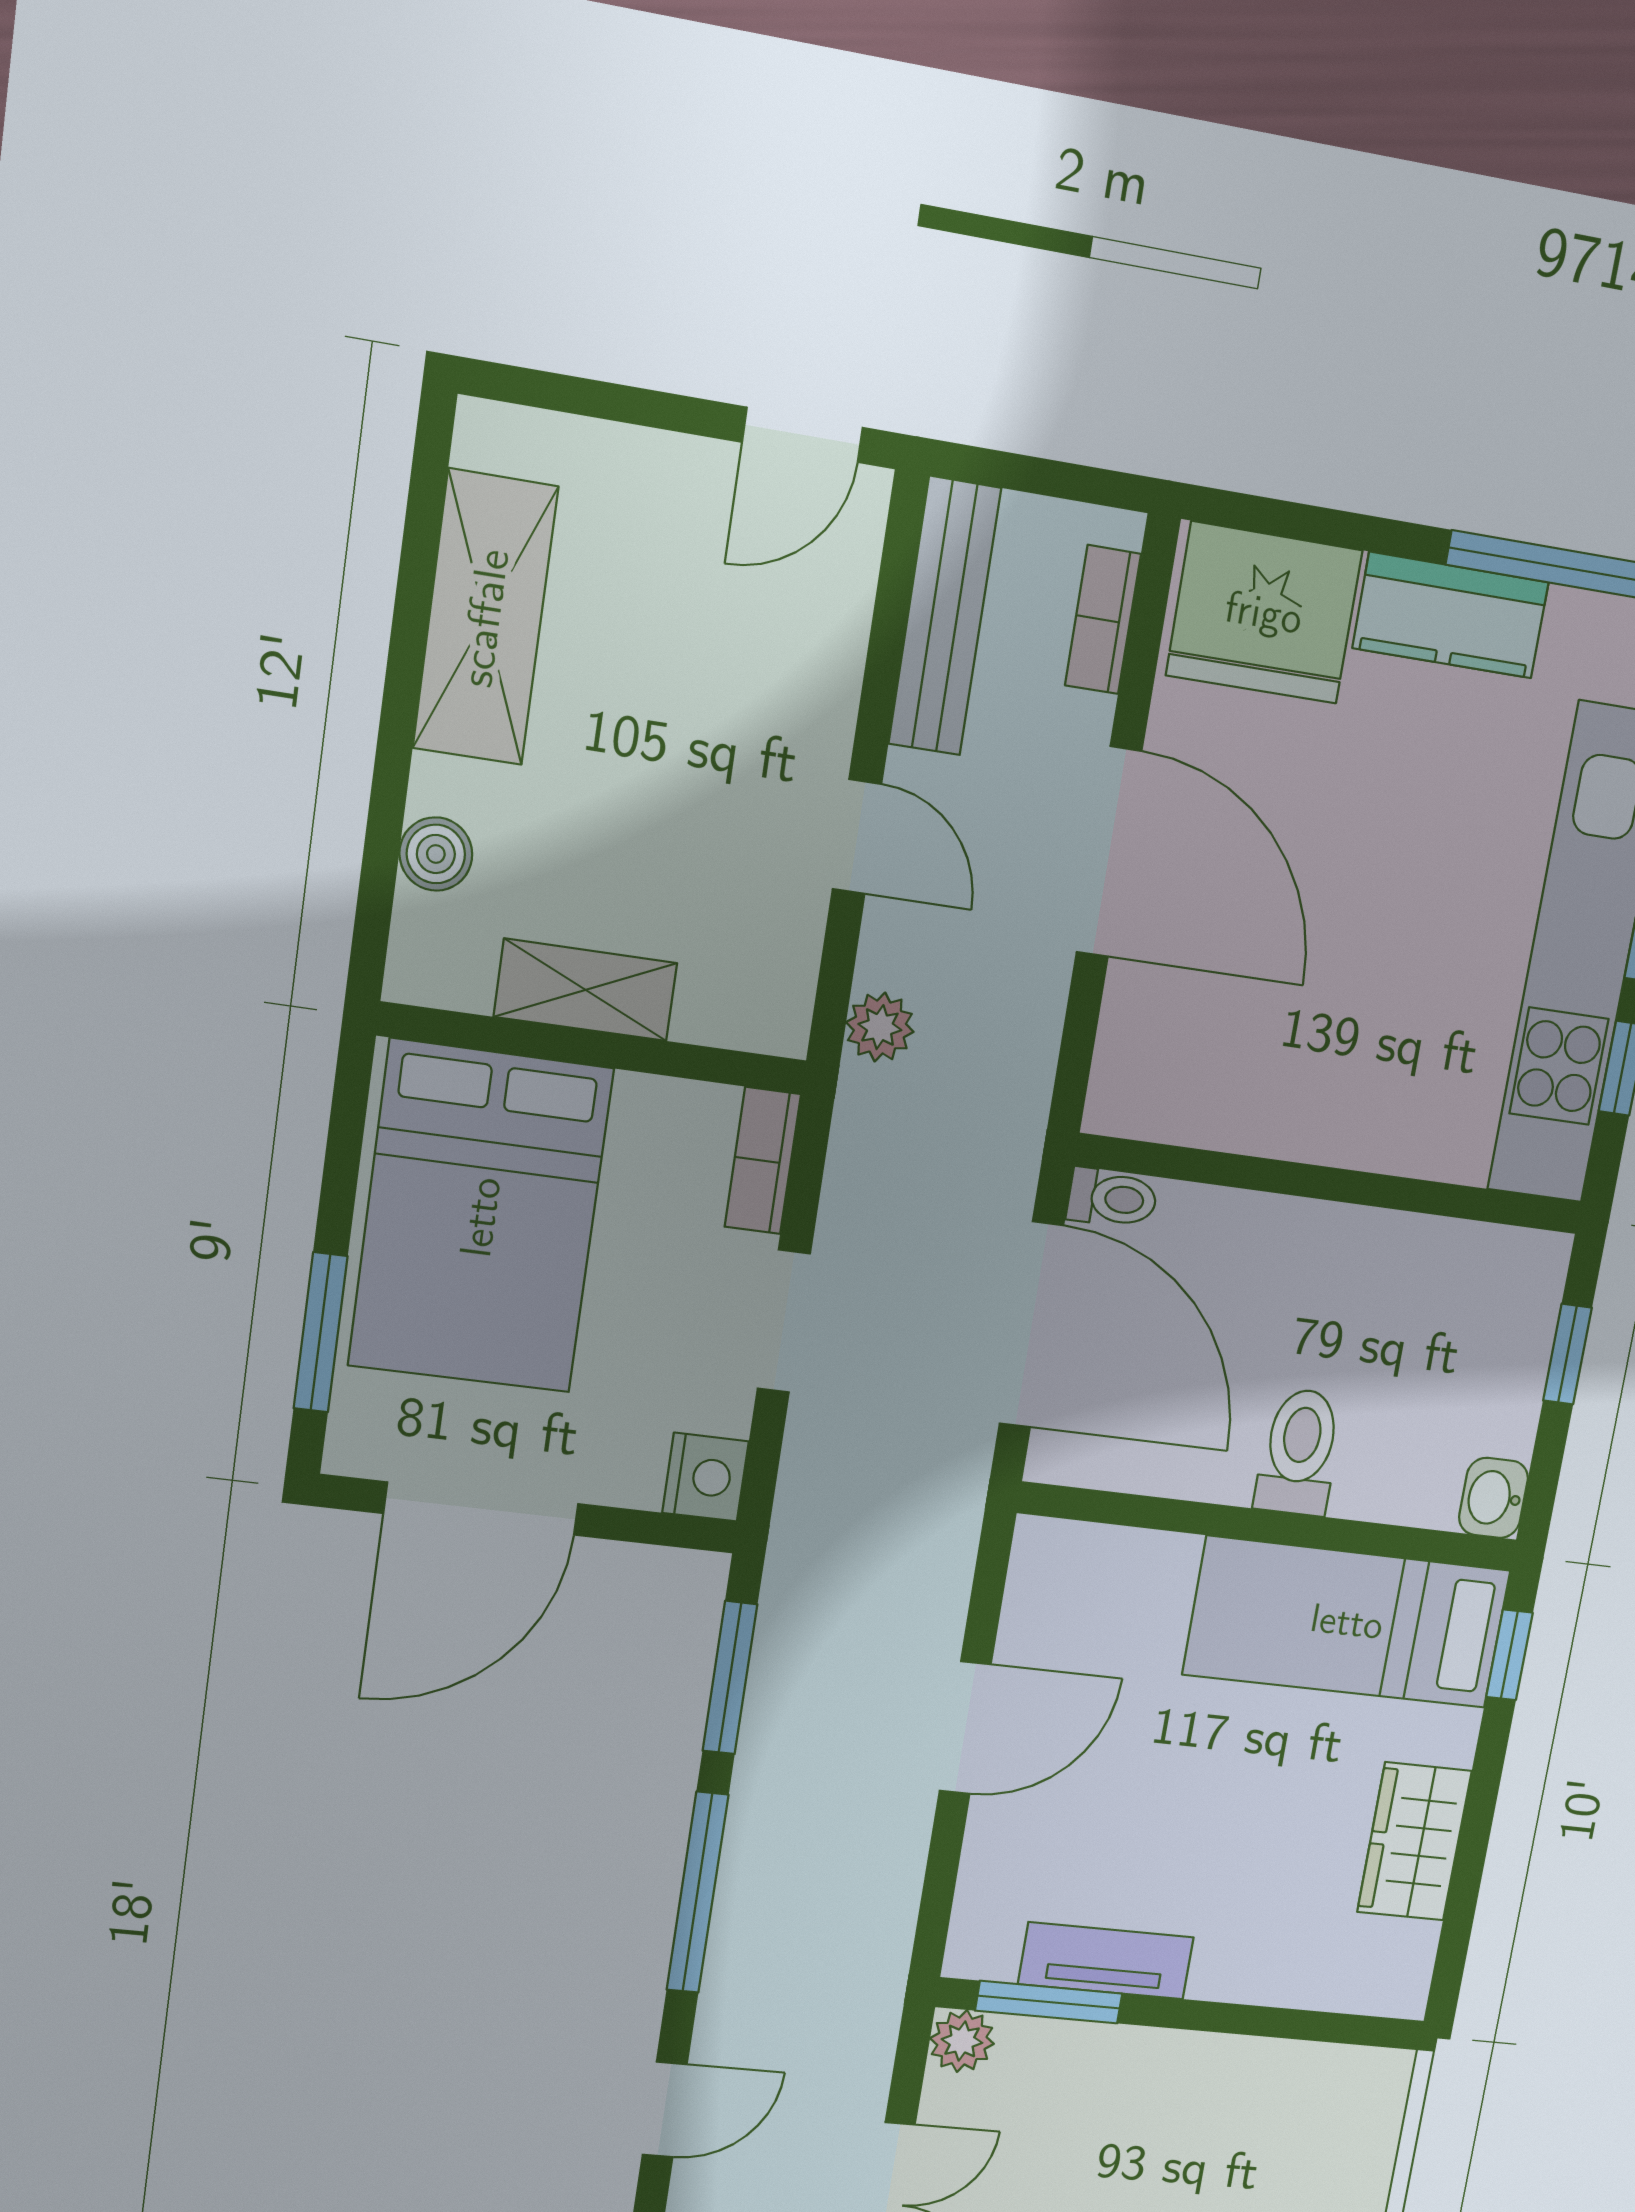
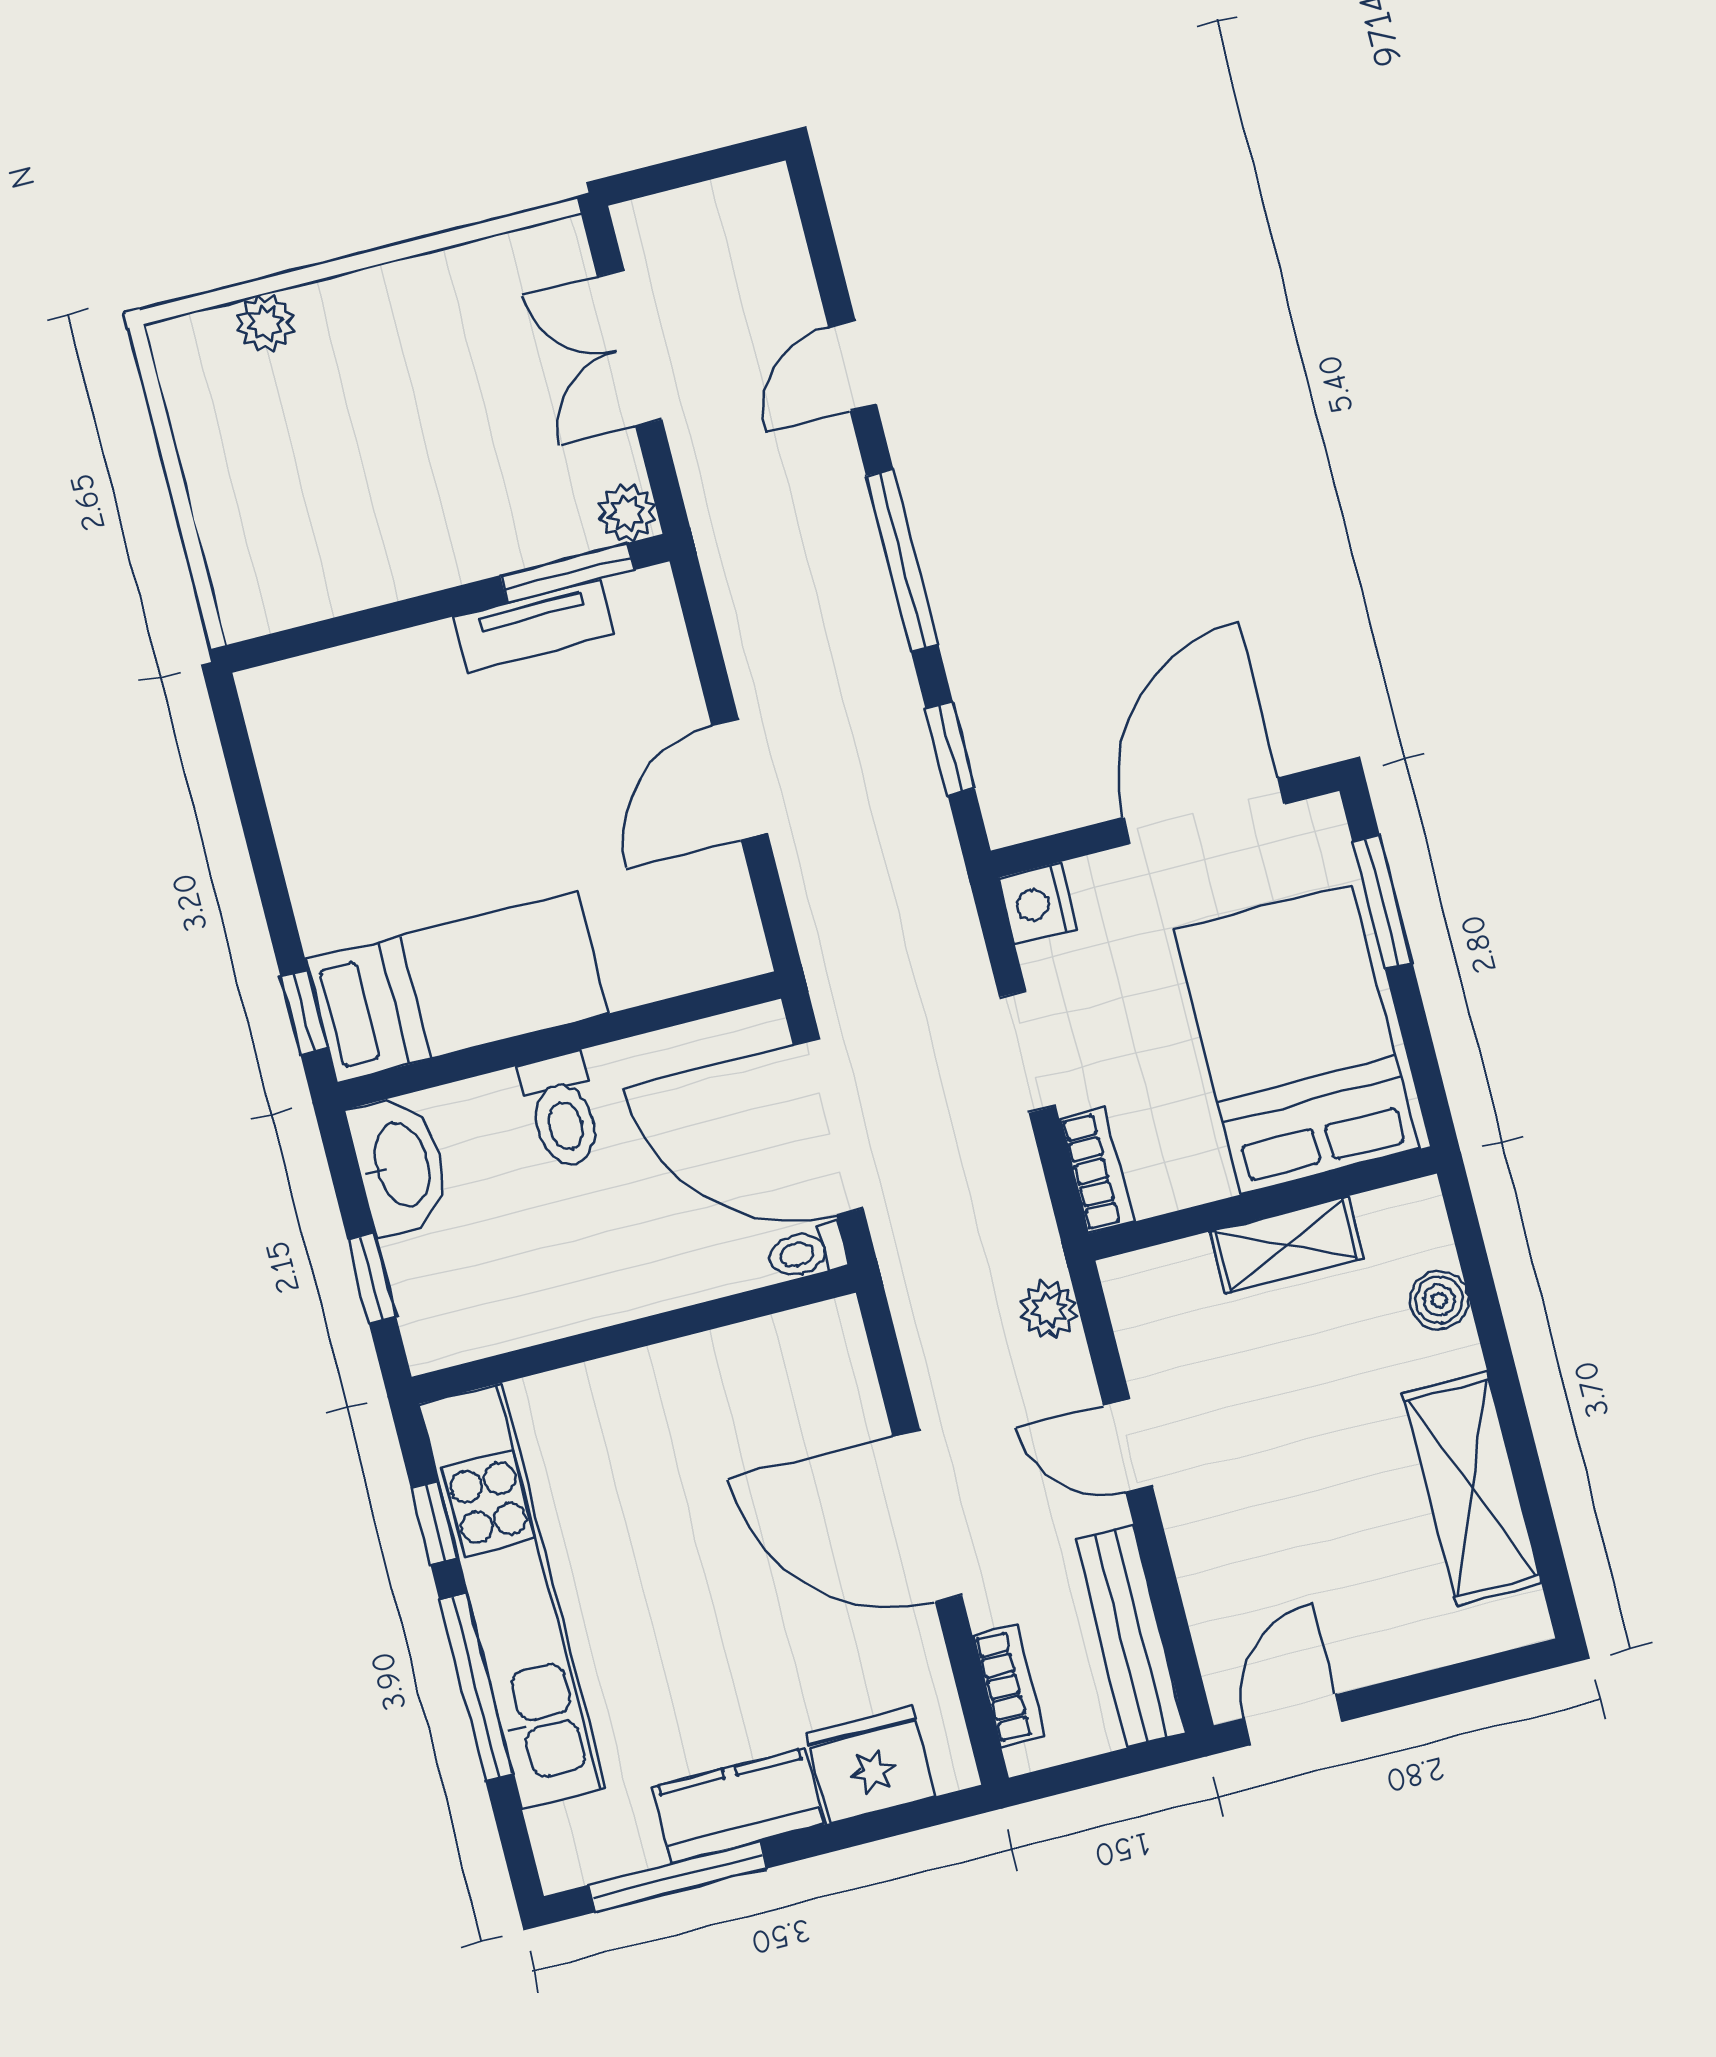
fridge: (1264, 613) -> (871, 1765), width x0.73, depth x0.75
washbasin: (1493, 1498) -> (400, 1165), width x1.91, depth x1.45
window: (730, 1678) -> (950, 749), width x0.67
wardrobe: (1414, 1841) -> (313, 824), removed

